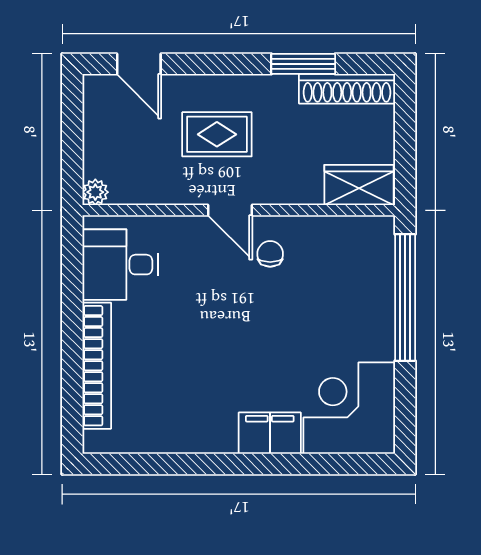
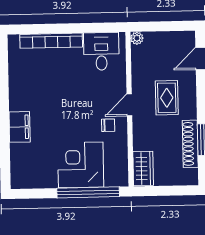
shoe rack: (347, 89) -> (190, 144), moved
corner desk: (349, 408) -> (81, 165), moved, turned -90

